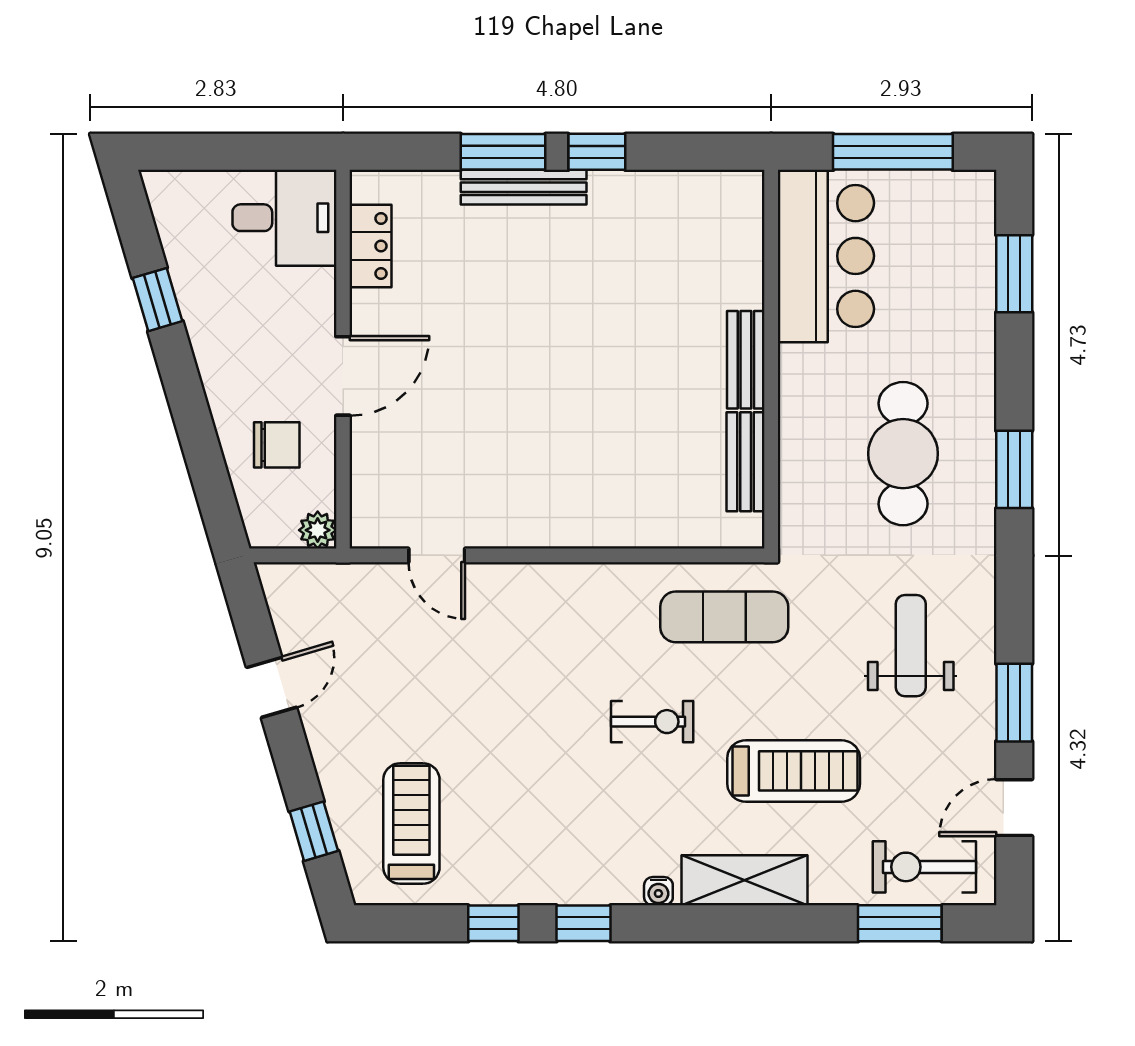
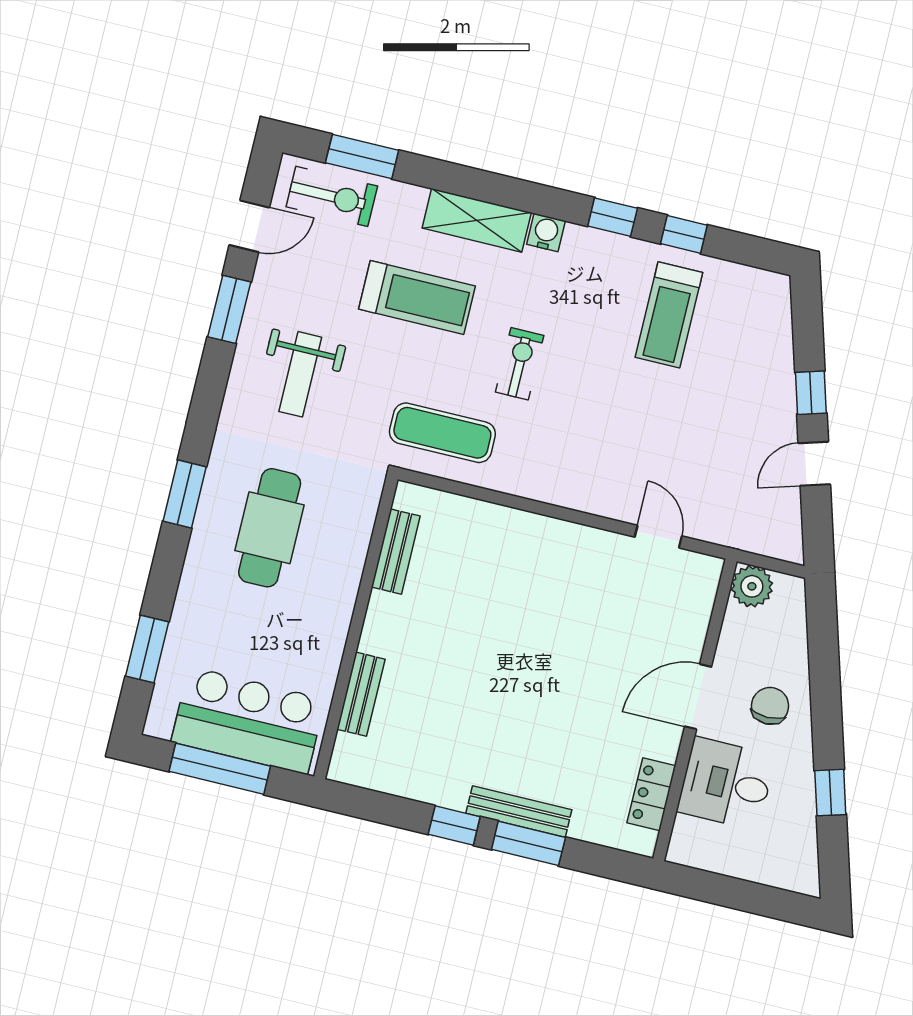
desk: (284, 218) -> (726, 783), moved
bar counter: (826, 256) -> (248, 720), moved, turned 90
bench: (746, 360) -> (361, 694), moved
chair: (277, 445) -> (770, 706), moved, turned 90
plant: (318, 530) -> (752, 586), width x1.38, depth x1.38
exercise bike: (652, 722) -> (520, 364), turned 90
treadmill: (794, 771) -> (417, 298), turned 180
treadmill: (411, 824) -> (669, 315), moved
window: (314, 831) -> (811, 393), moved
water cooler: (658, 891) -> (546, 233), width x1.38, depth x1.38

